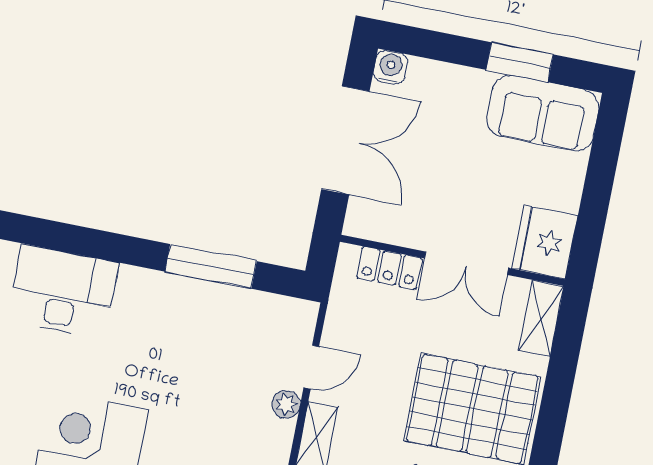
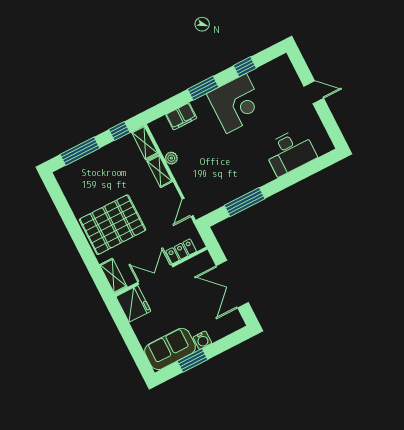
water cooler: (391, 67) -> (202, 340), moved
door: (311, 367) -> (188, 207), moved
plant: (286, 404) -> (171, 158), moved

